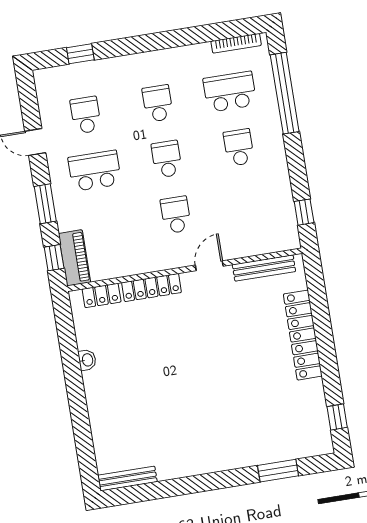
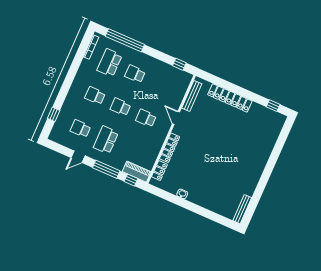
window: (45, 204) -> (106, 169), width x1.44
window: (278, 471) -> (279, 145), removed

